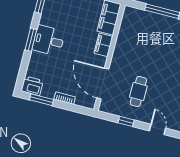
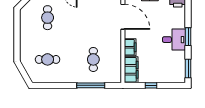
cafe table: (138, 92) -> (93, 59), moved

